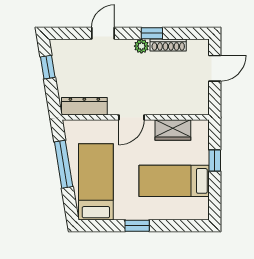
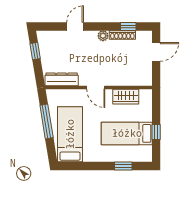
window: (152, 33) -> (128, 26), moved
door: (131, 117) -> (96, 87), hinge flipped
window: (215, 161) -> (156, 132), moved
window: (137, 226) -> (123, 166), moved

